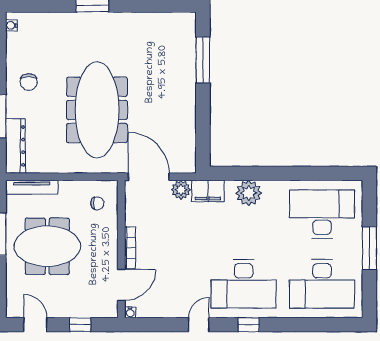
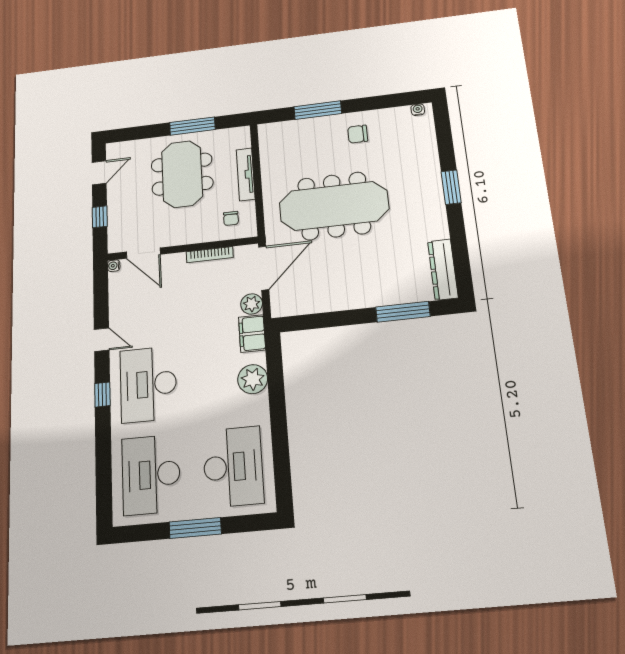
dresser: (16, 146) -> (443, 270), moved, turned 90
tv unit: (32, 187) -> (246, 174), moved
bookcase: (130, 248) -> (210, 255), moved

